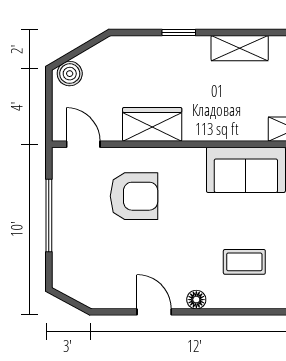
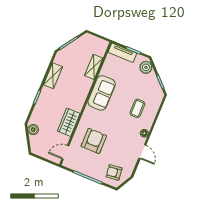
boiler: (70, 74) -> (33, 130), moved
armchair: (83, 269) -> (114, 172), added
door: (154, 312) -> (142, 152), swing flipped

